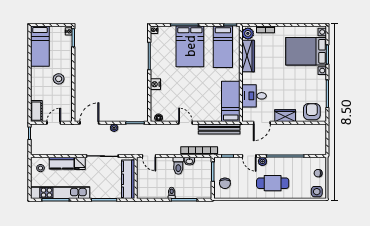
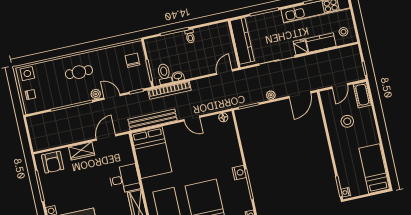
stool: (59, 79) -> (347, 121), moved
nightstand: (155, 84) -> (239, 173), moved
desk: (254, 96) -> (124, 179), moved
bed: (231, 101) -> (151, 152), width x1.50
door: (149, 156) -> (225, 72), hinge flipped
toilet: (178, 166) -> (164, 74), moved
cafe table: (273, 183) -> (79, 72), width x0.73, depth x0.74

